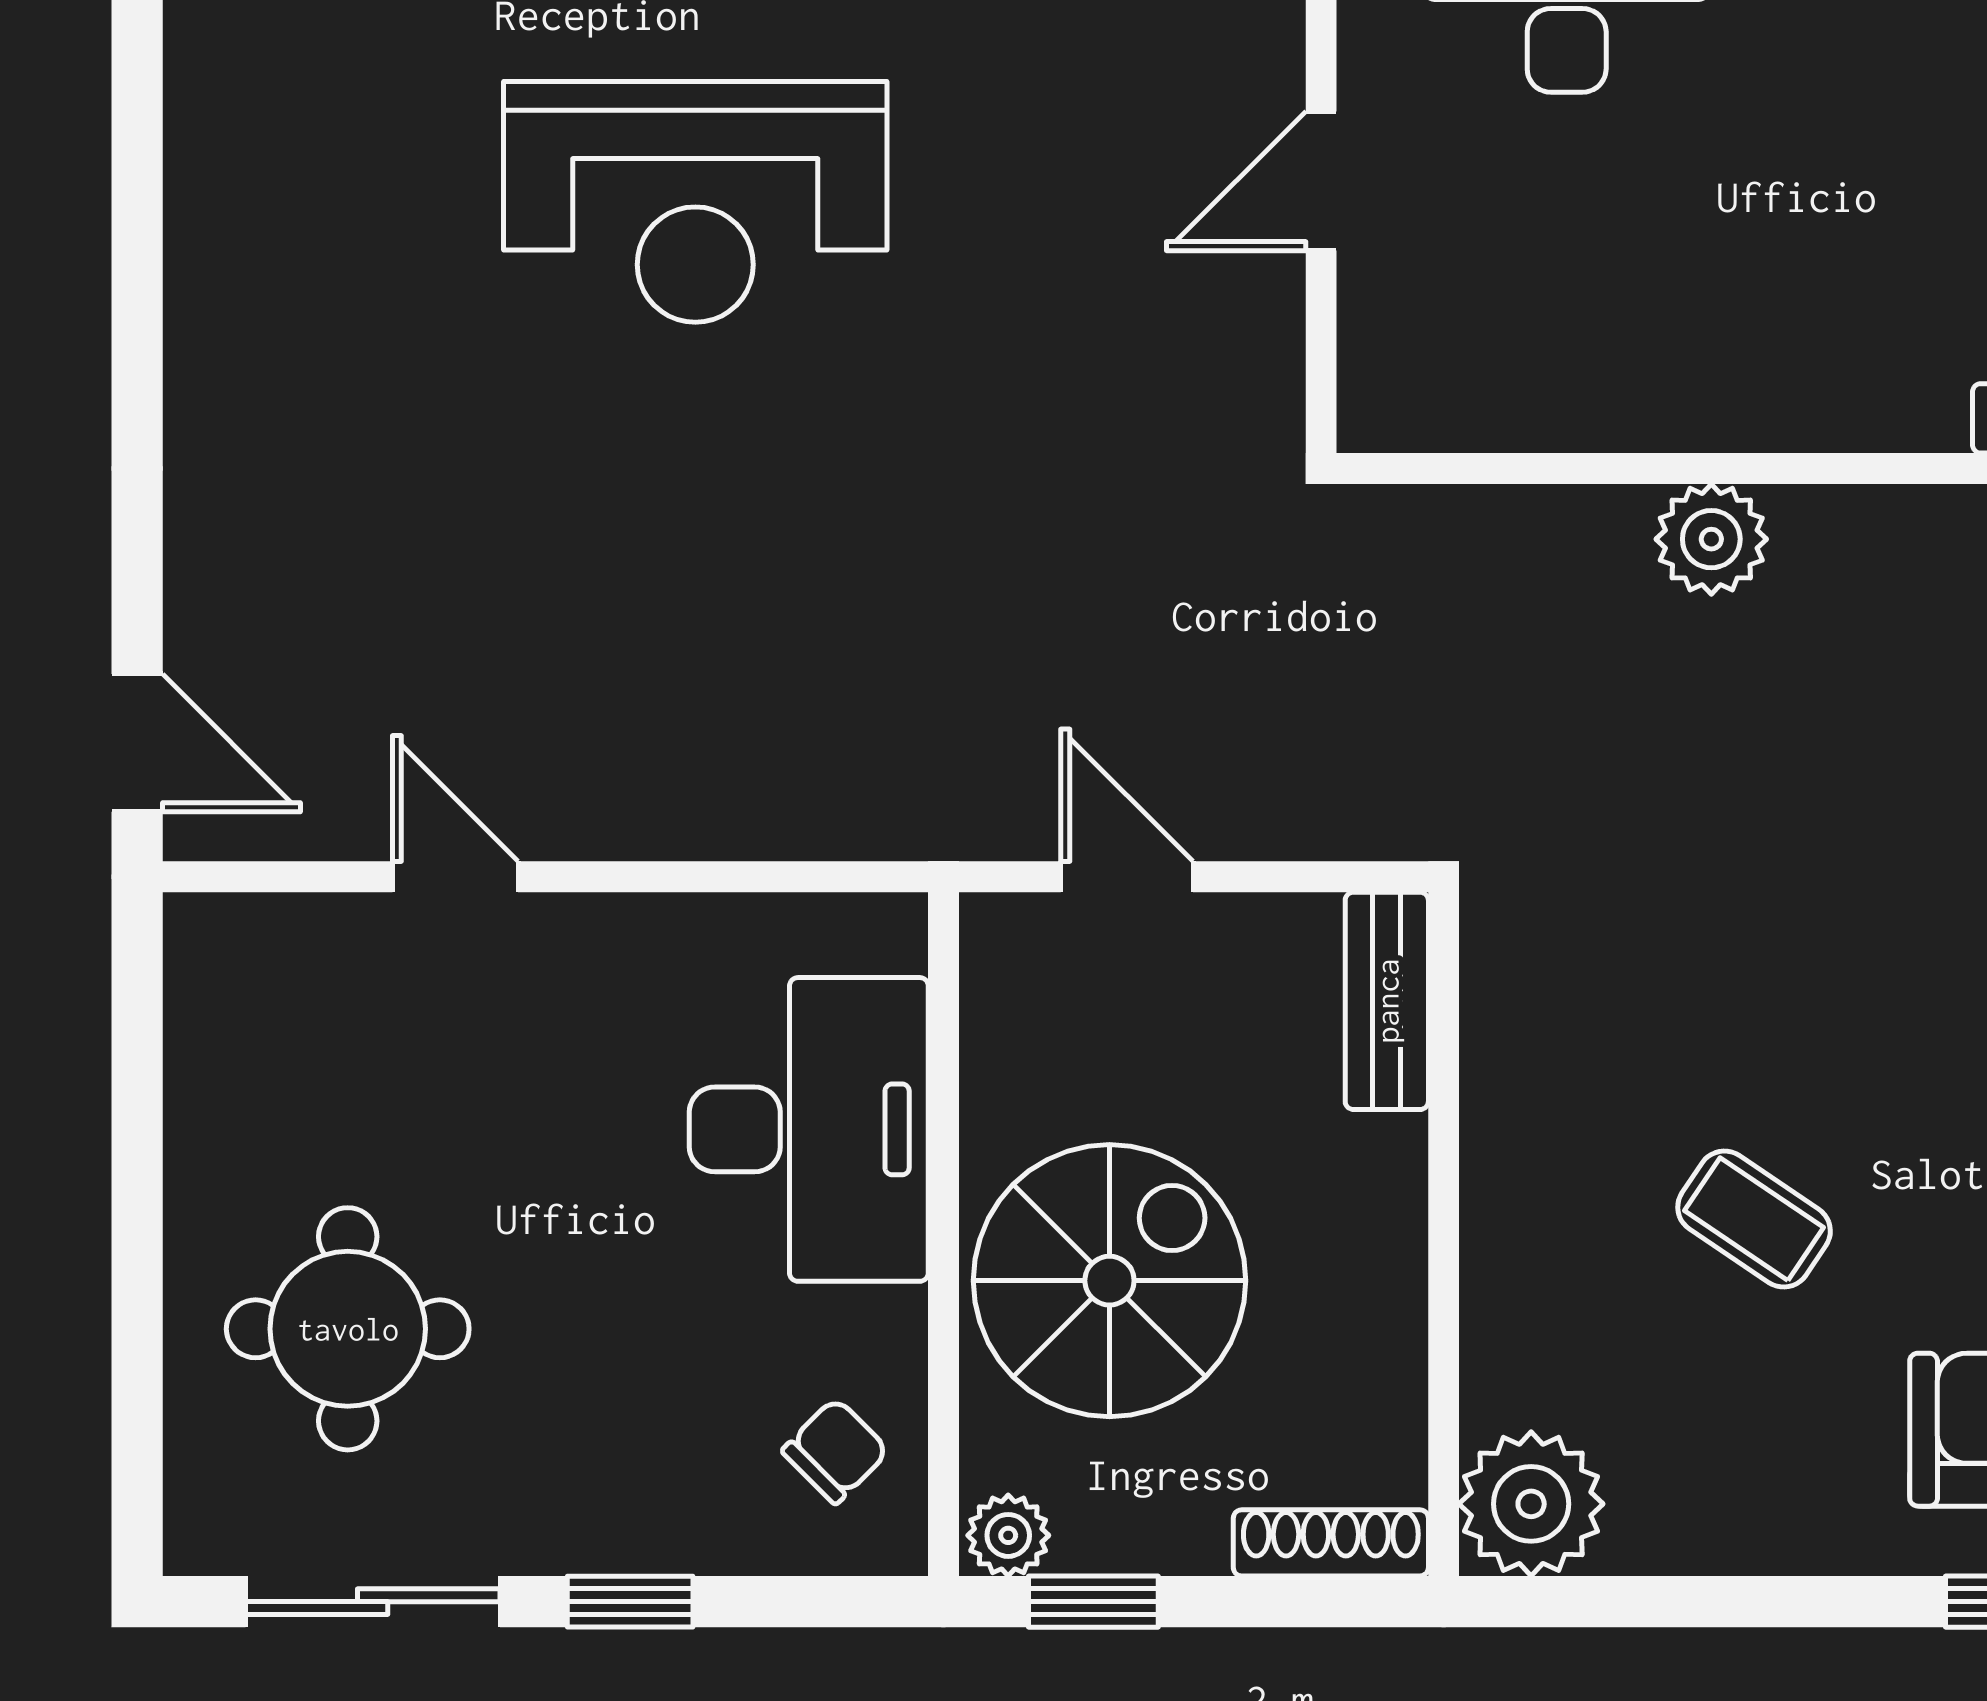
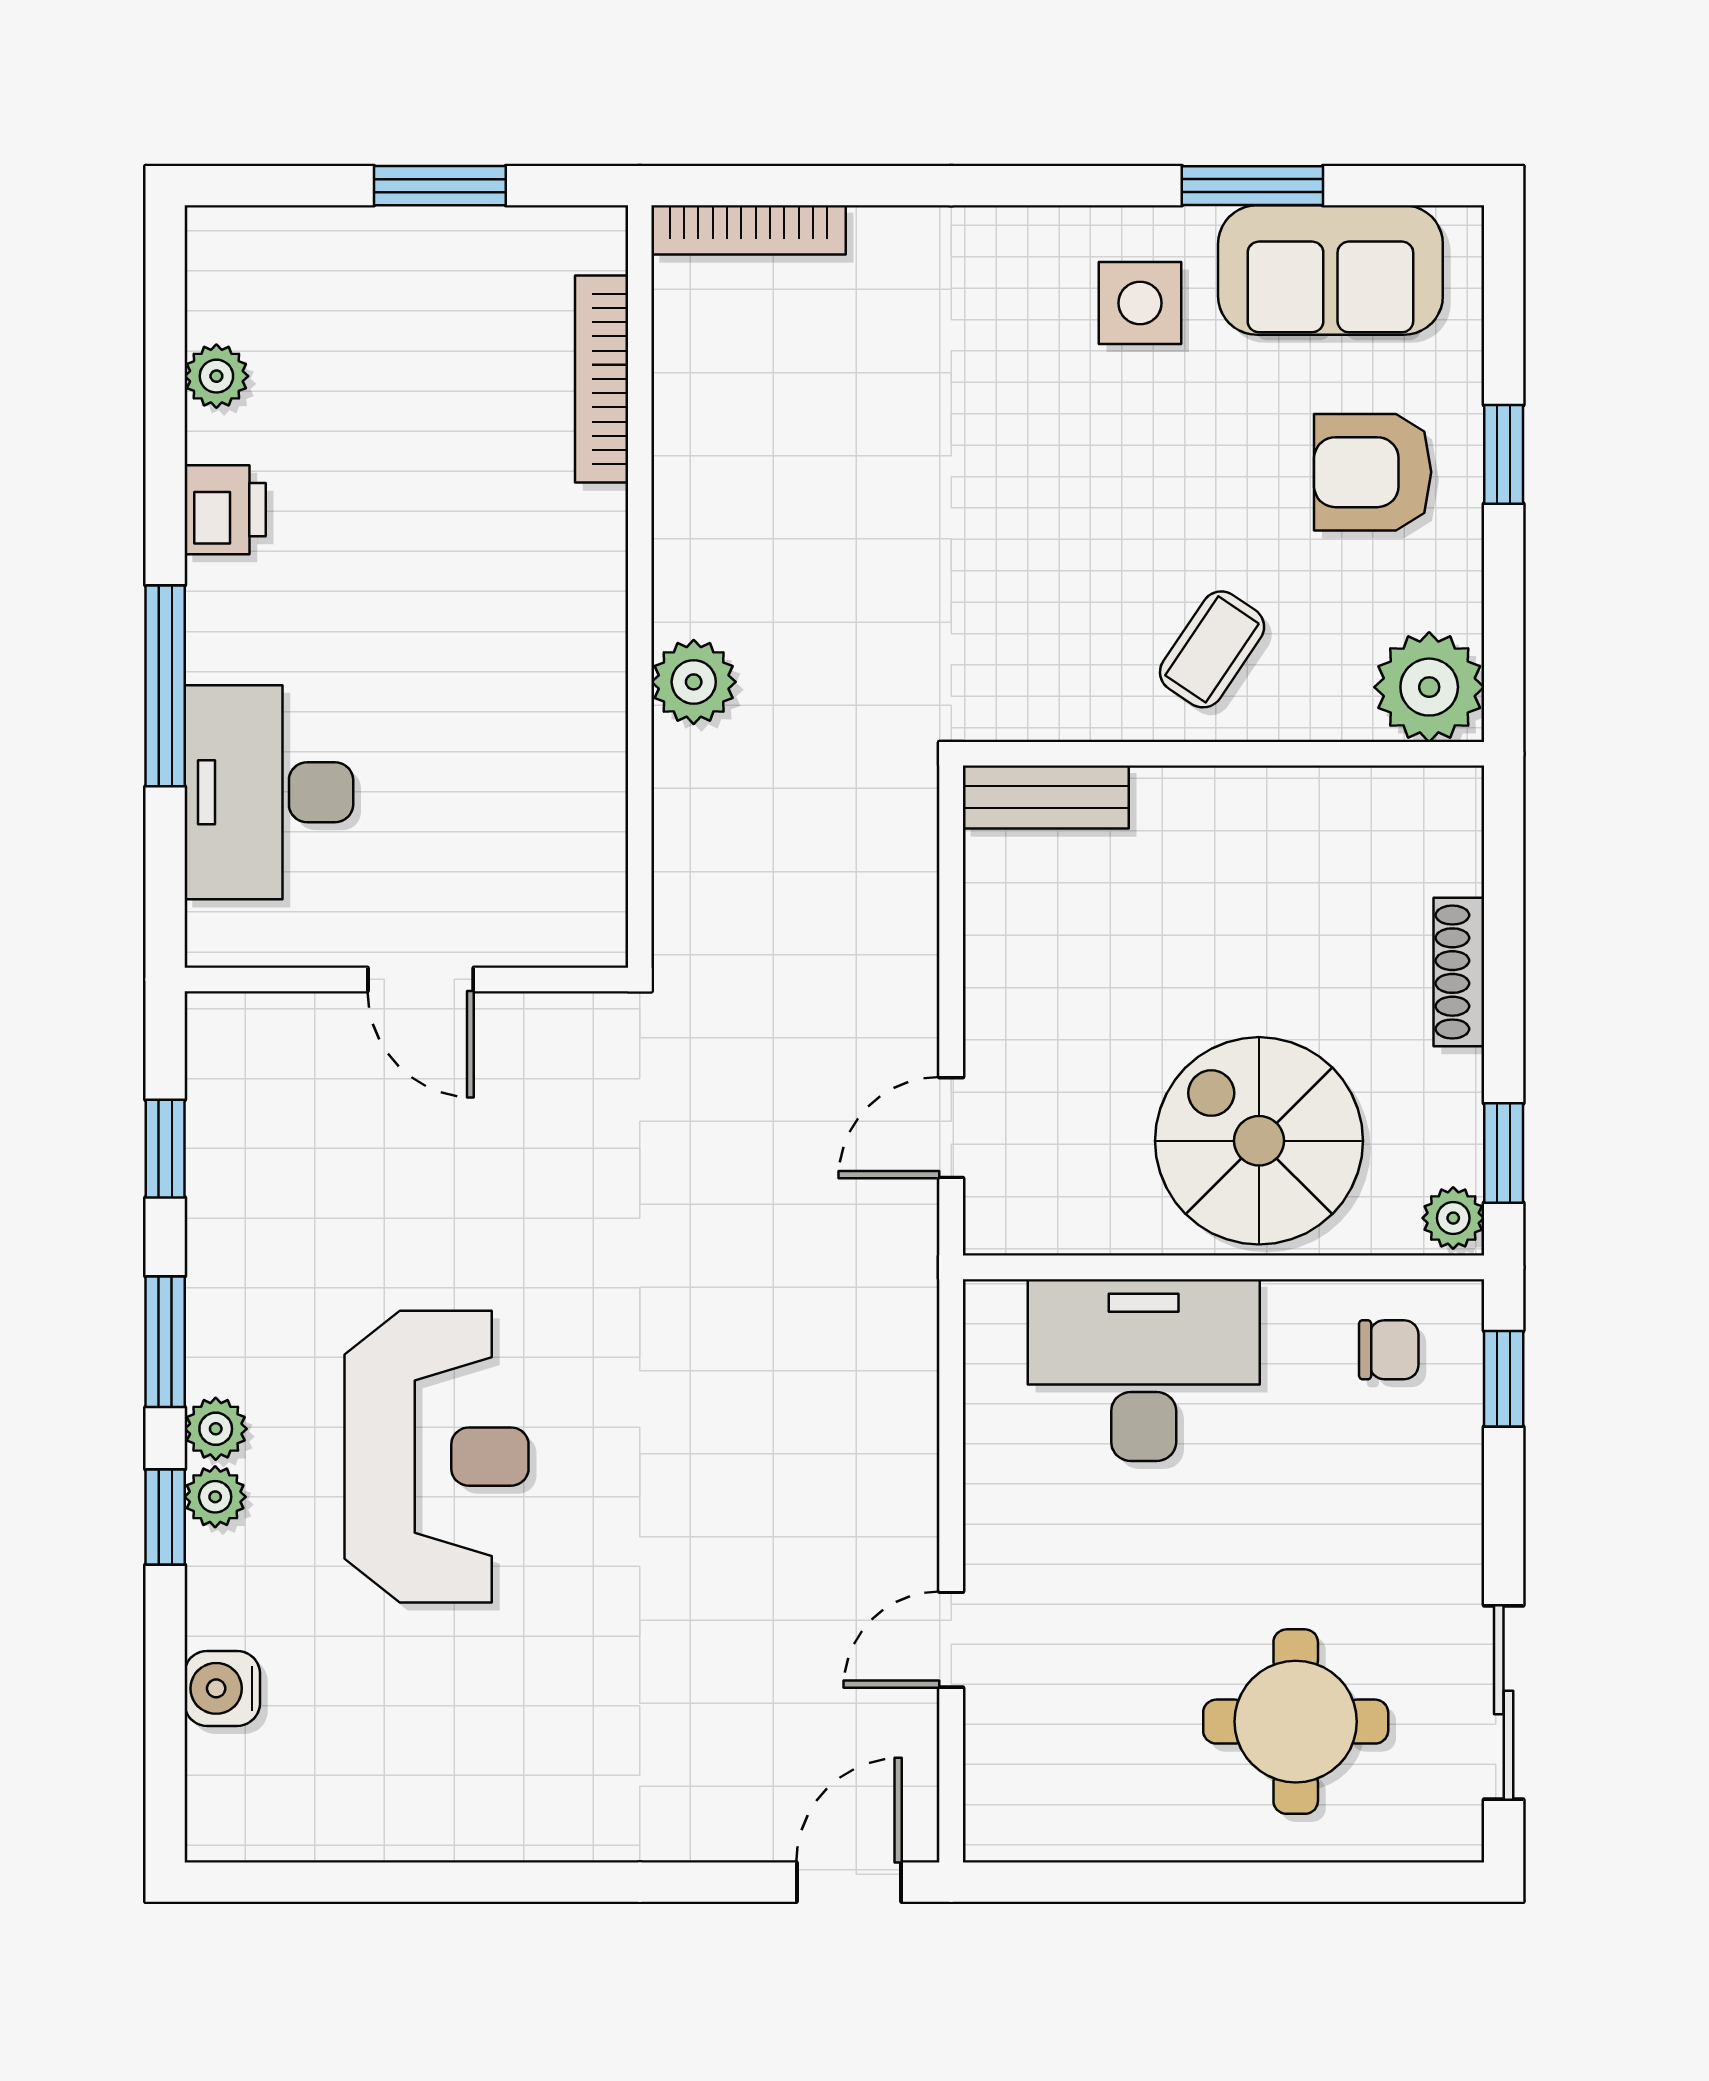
bench: (1387, 1001) -> (1046, 797), moved
wall: (1444, 1234) -> (1223, 754), moved
chair: (835, 1451) -> (1389, 1350), turned 135
plant: (1531, 1504) -> (1429, 687), moved
window: (630, 1602) -> (1504, 1379), moved

